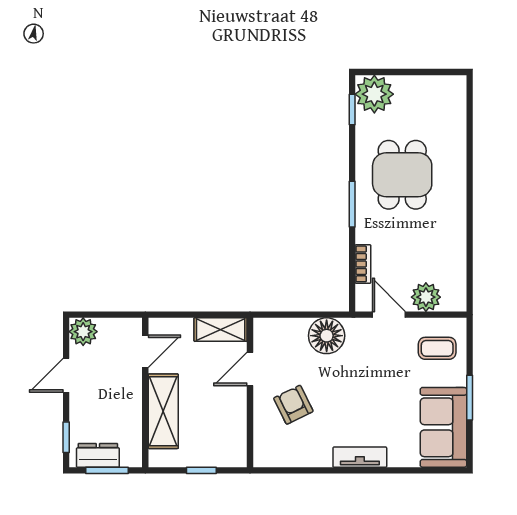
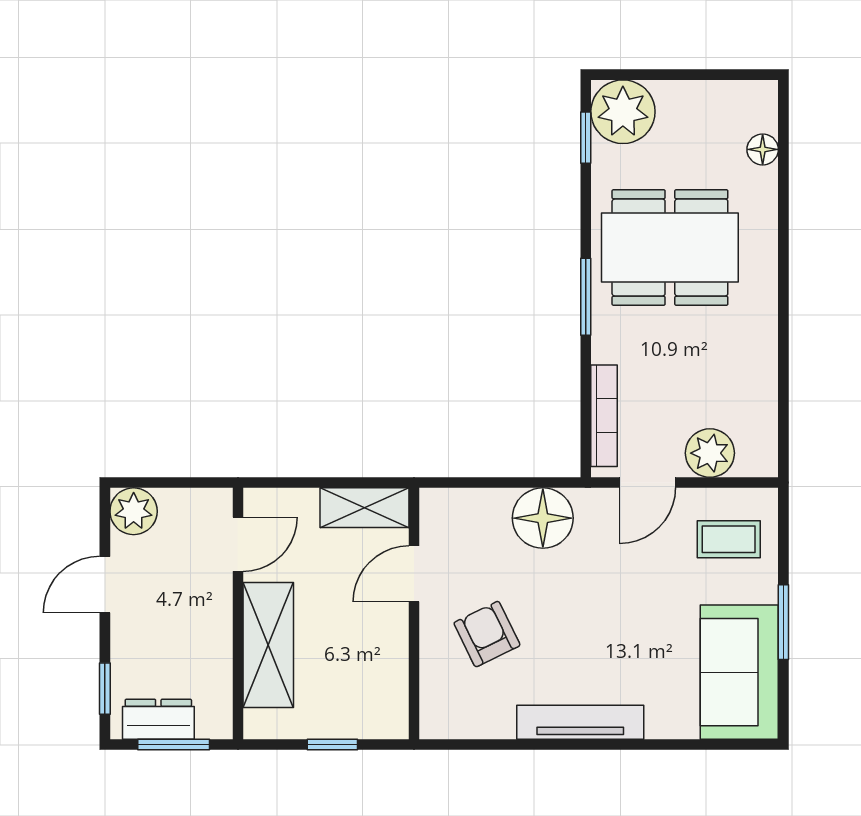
floor lamp: (457, 116) -> (763, 149), added
dining table: (402, 175) -> (670, 247), width x1.38
bookcase: (363, 264) -> (604, 416), width x1.56
door: (389, 315) -> (648, 483), swing flipped
tv unit: (360, 457) -> (580, 722), width x1.41

